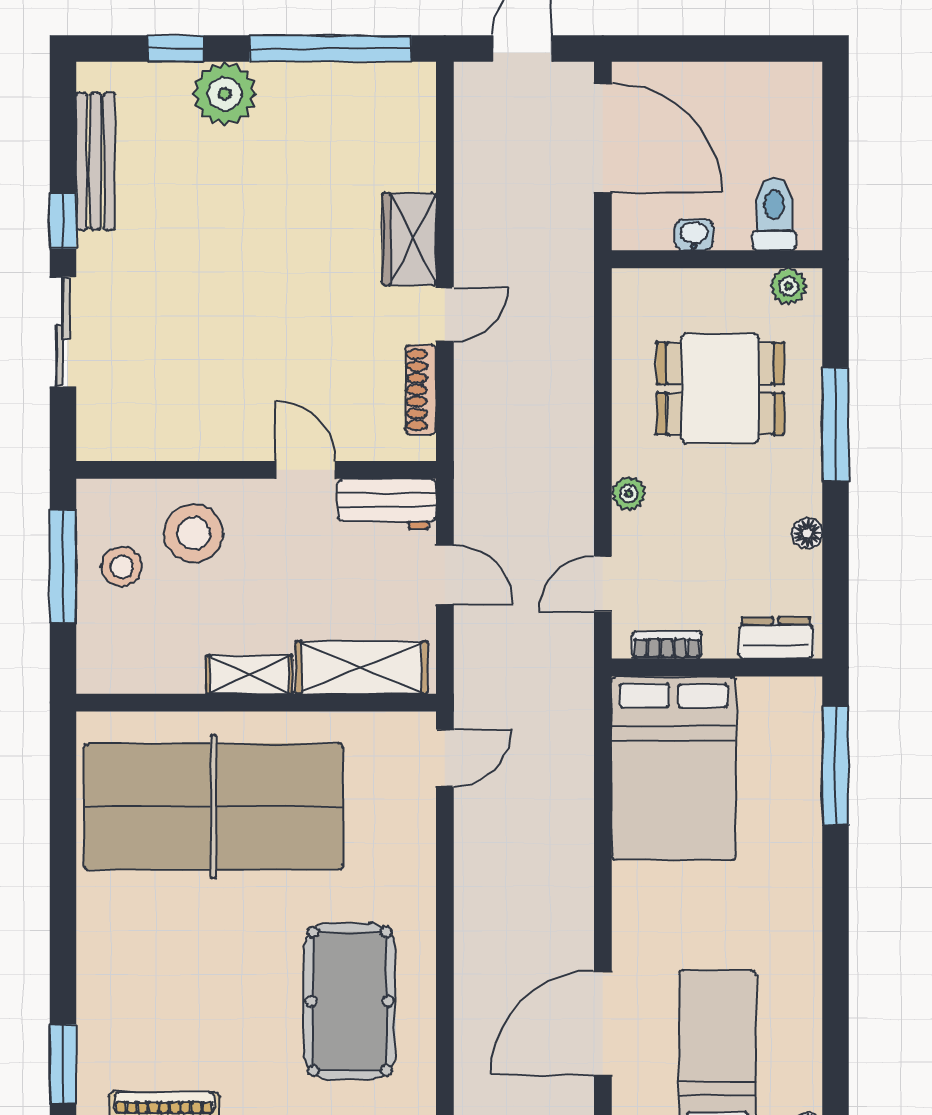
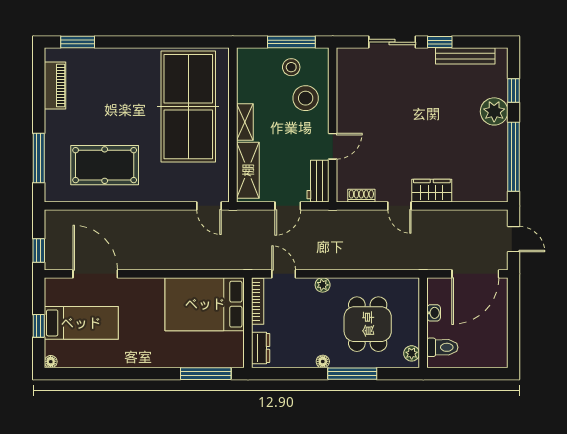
shoe rack: (421, 390) -> (361, 196), width x0.70
floor lamp: (807, 533) -> (323, 362), moved
bookcase: (667, 645) -> (258, 301), width x1.56

